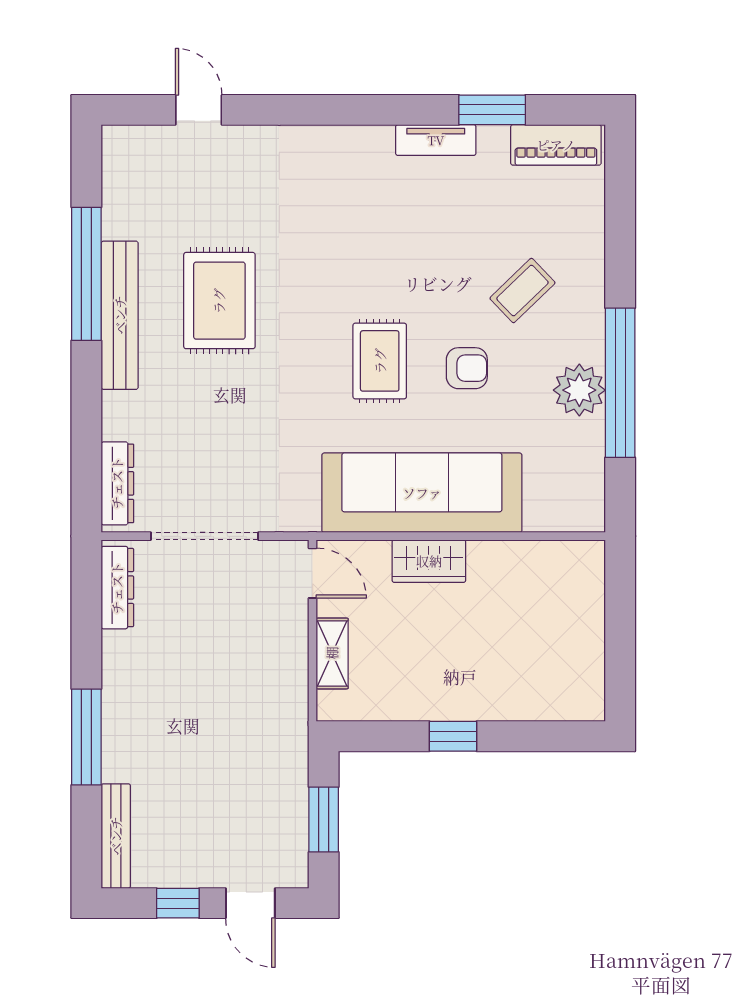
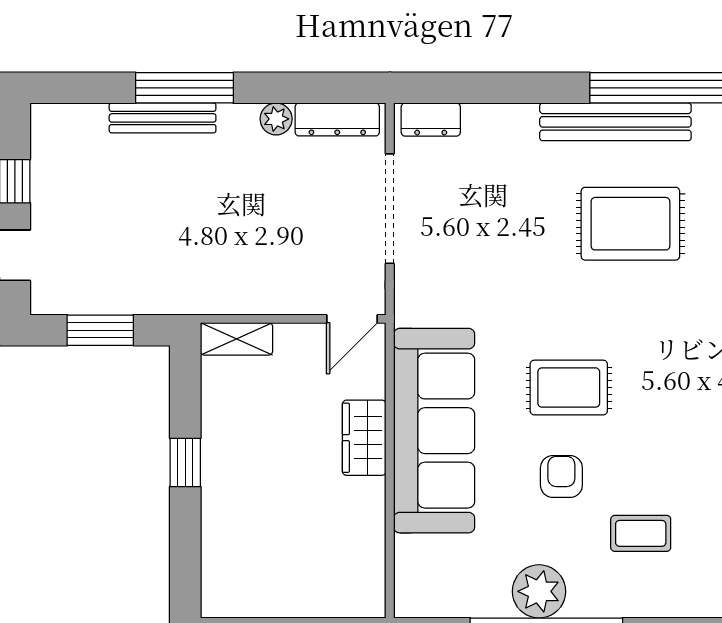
coffee table: (522, 291) -> (641, 533), turned -46
armchair: (467, 368) -> (561, 477), turned 180
dresser: (117, 483) -> (431, 120), width x0.70
plant: (117, 647) -> (276, 119), added
shelving: (332, 653) -> (237, 339), moved
bench: (116, 836) -> (163, 118), moved

